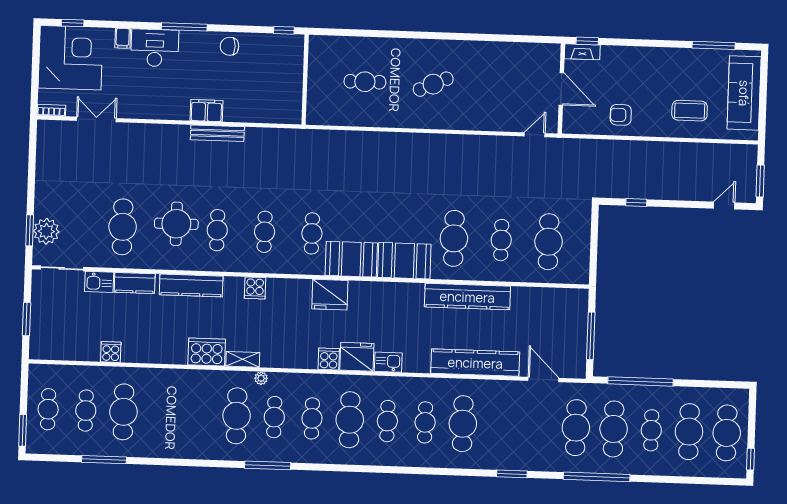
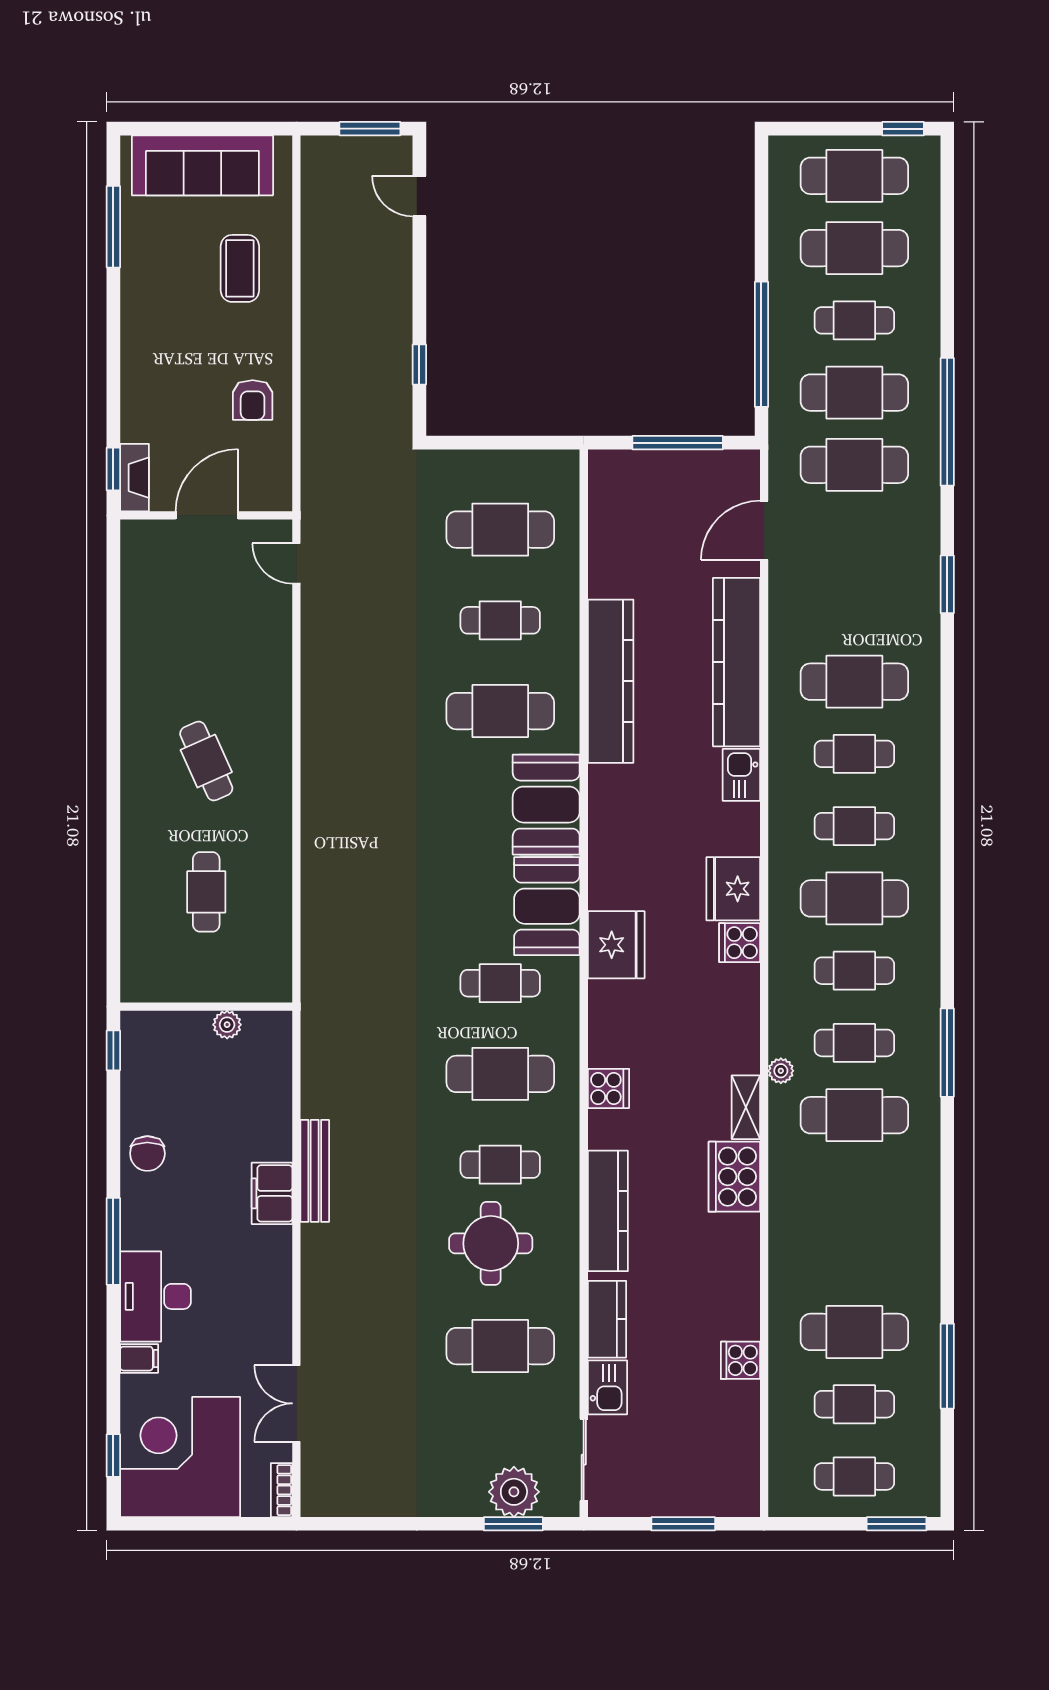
plant: (295, 90) -> (227, 1025), added
cafe table: (265, 232) -> (500, 1074), width x1.37, depth x1.35
kitchen sink: (388, 362) -> (741, 775), moved

